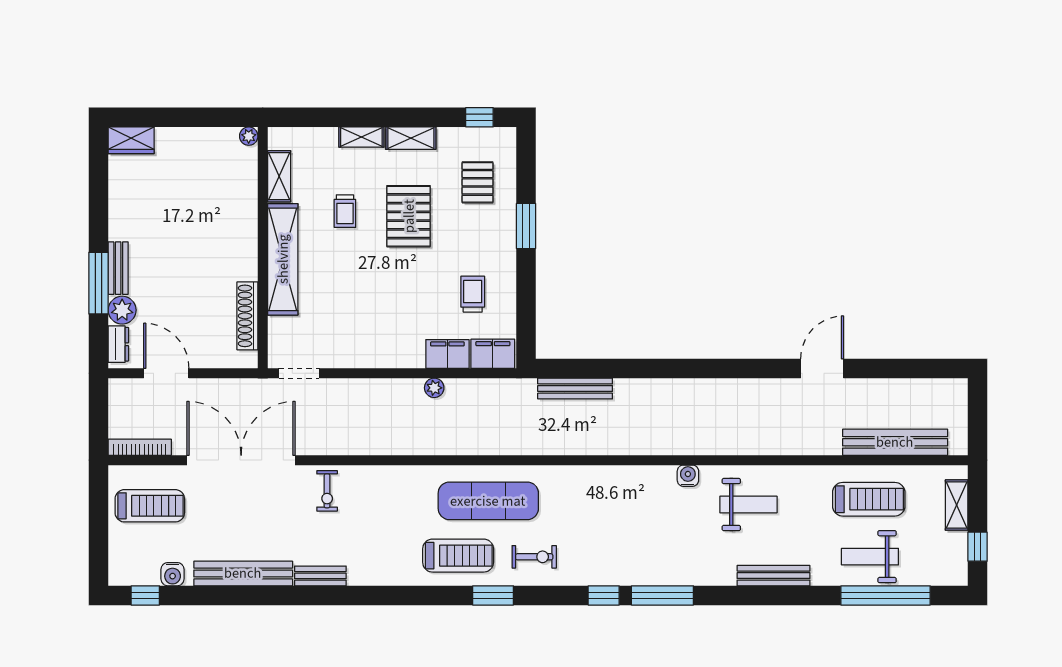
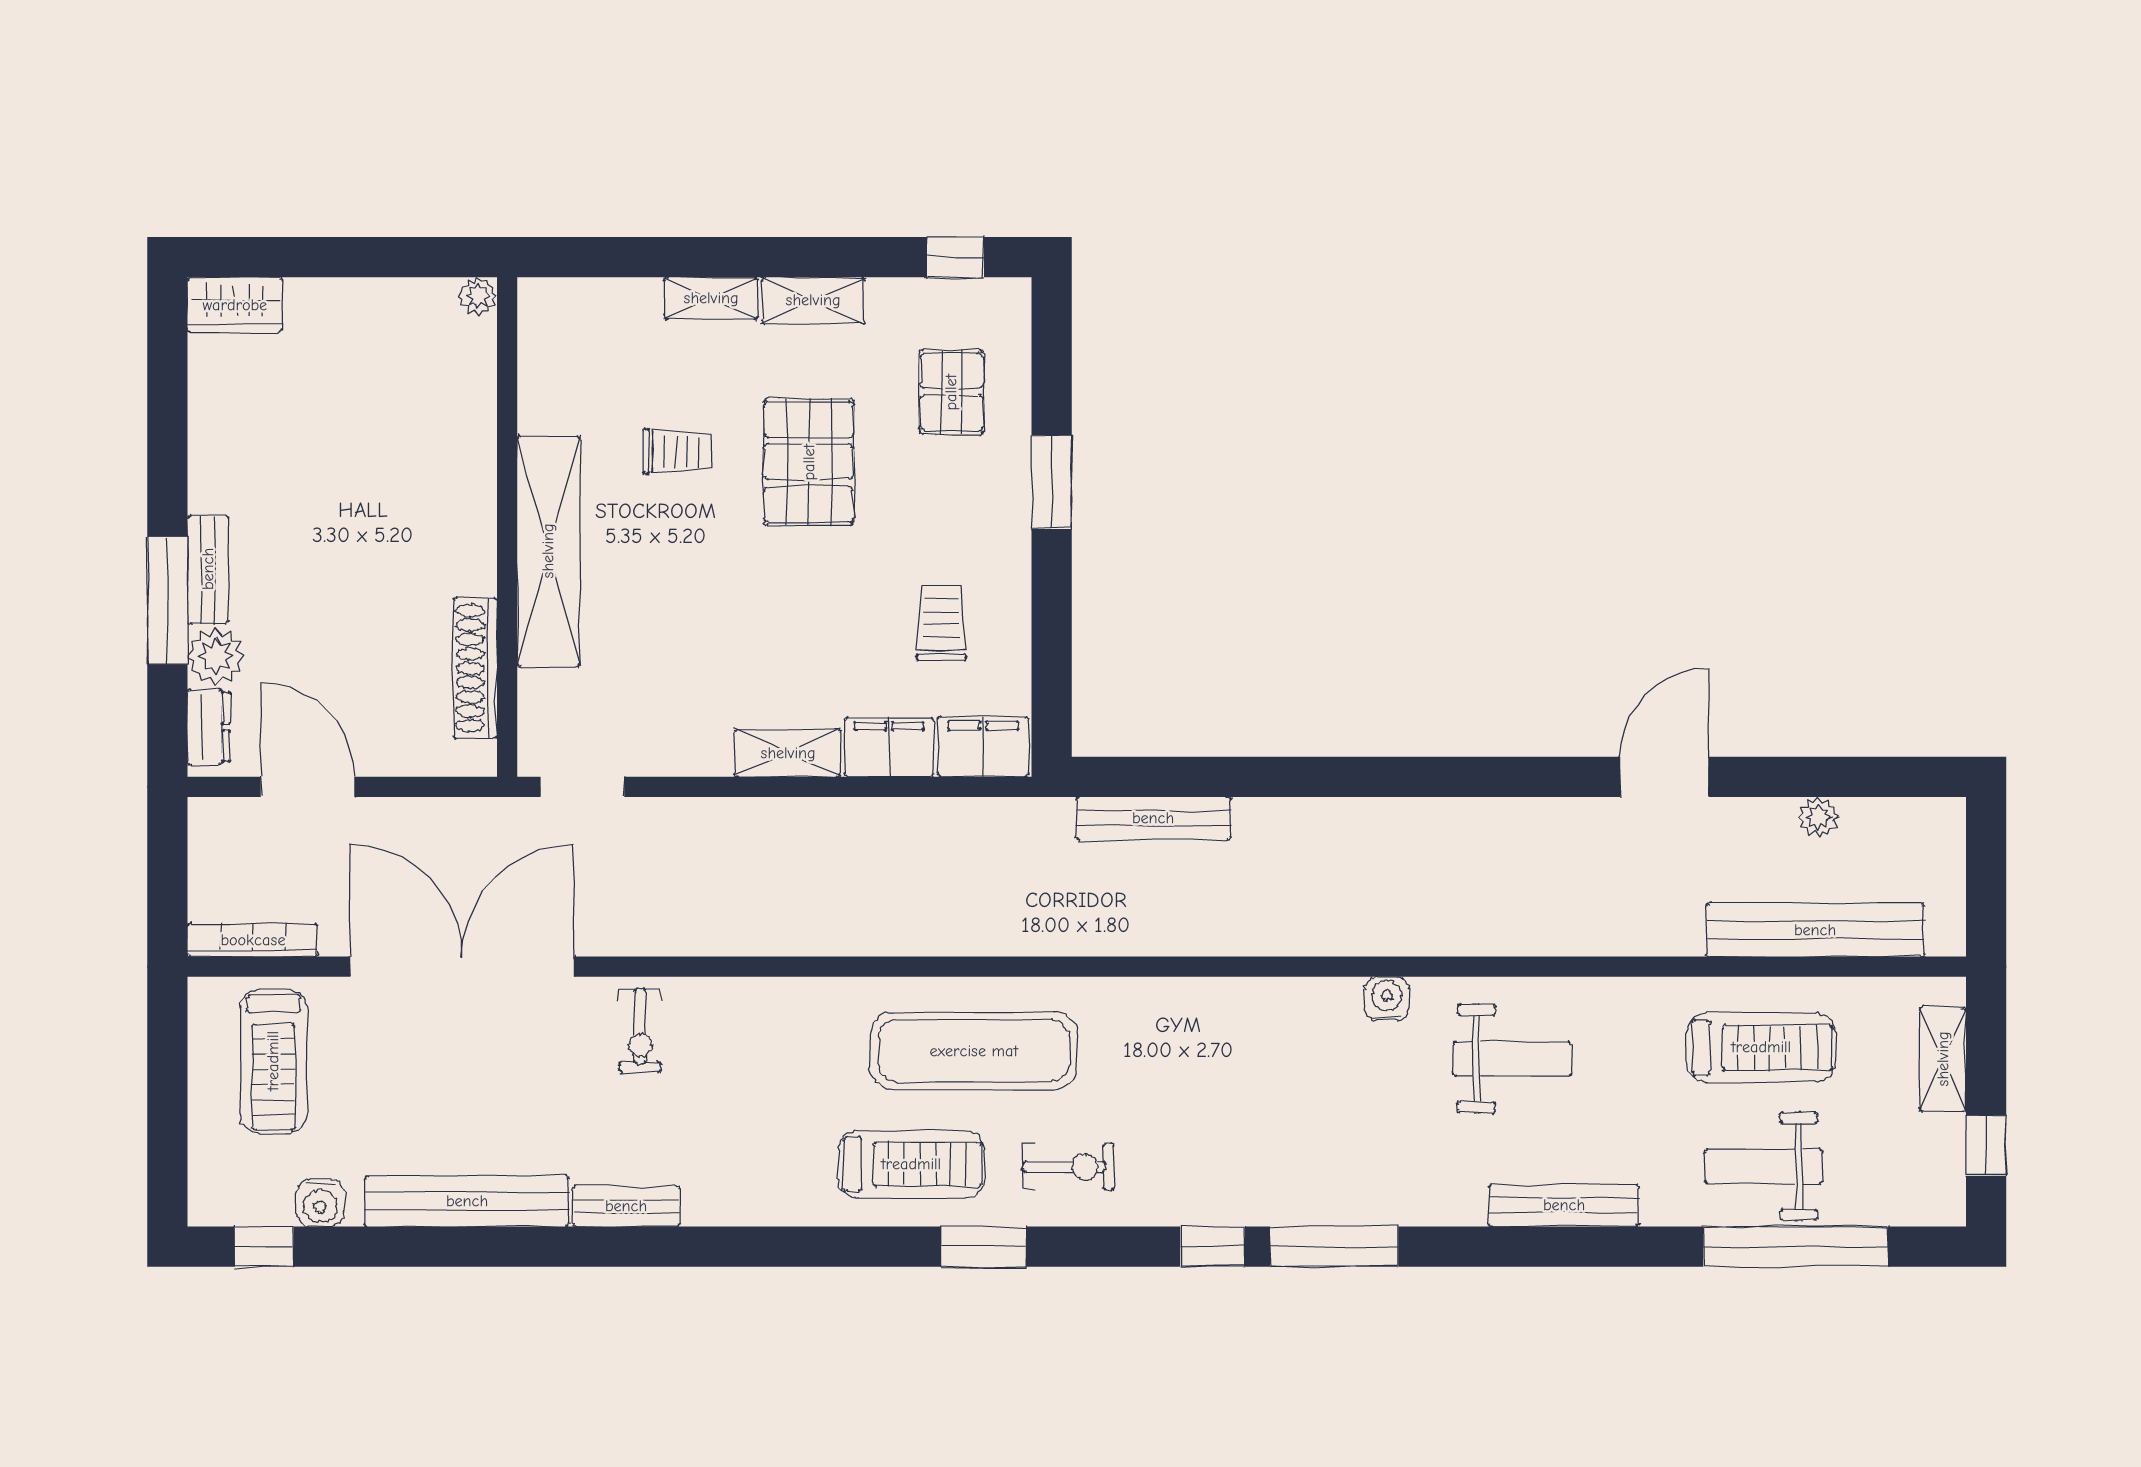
shelving: (279, 176) -> (788, 753), moved, turned 90
trolley: (345, 211) -> (677, 451), turned -90
plant: (434, 388) -> (1818, 817), moved
treadmill: (150, 506) -> (273, 1061), turned 90

